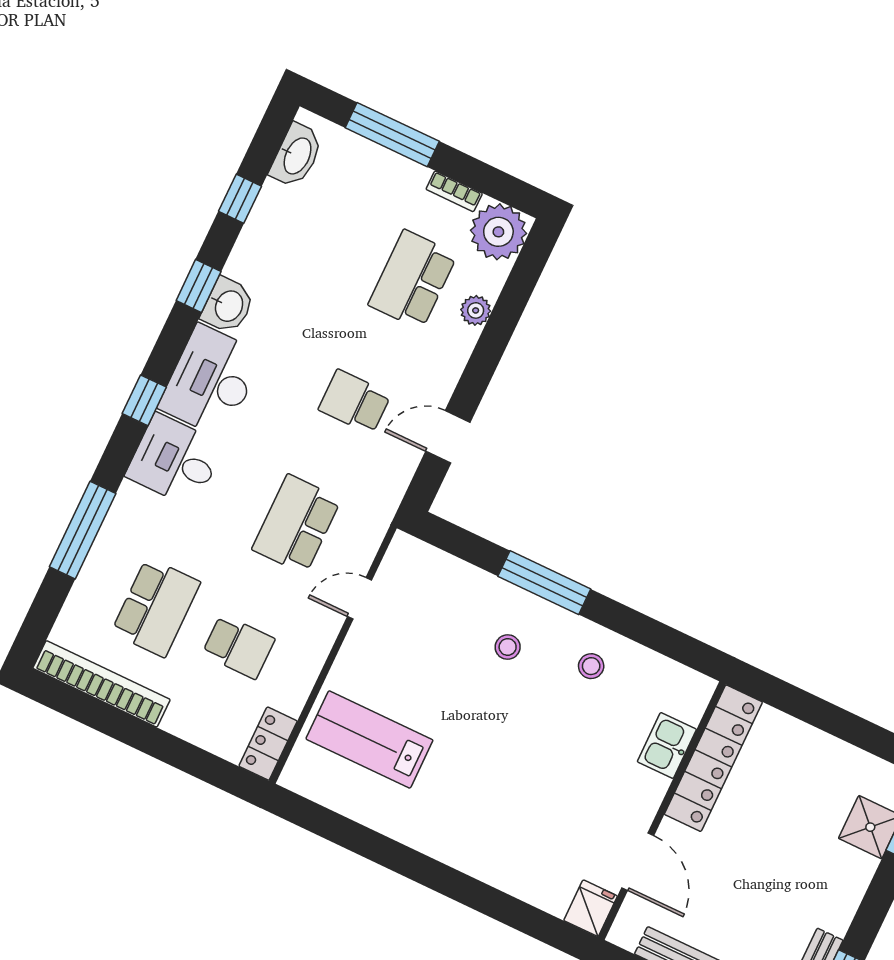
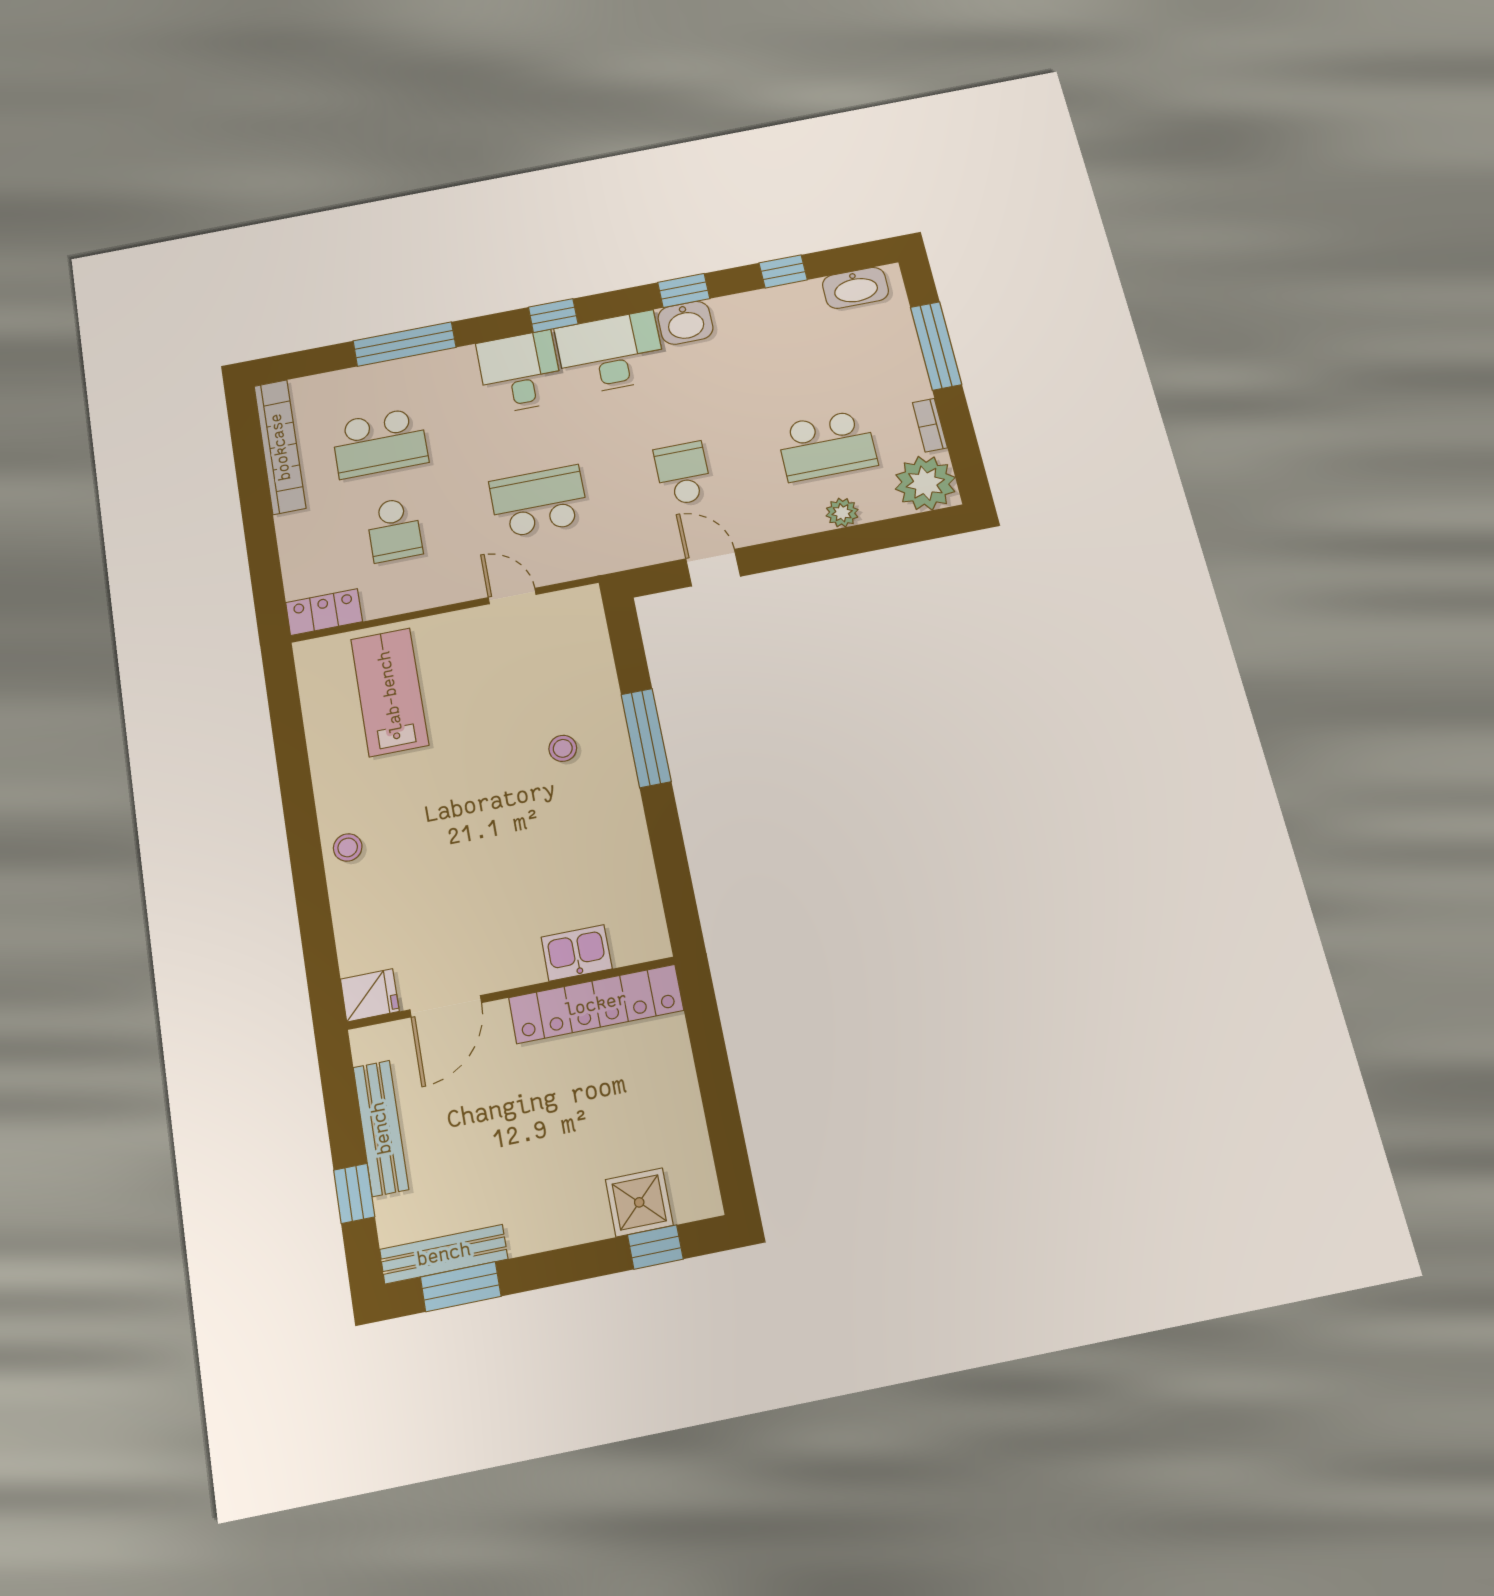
school desk: (413, 280) -> (827, 446), turned 180
stool: (591, 666) -> (348, 847), moved

